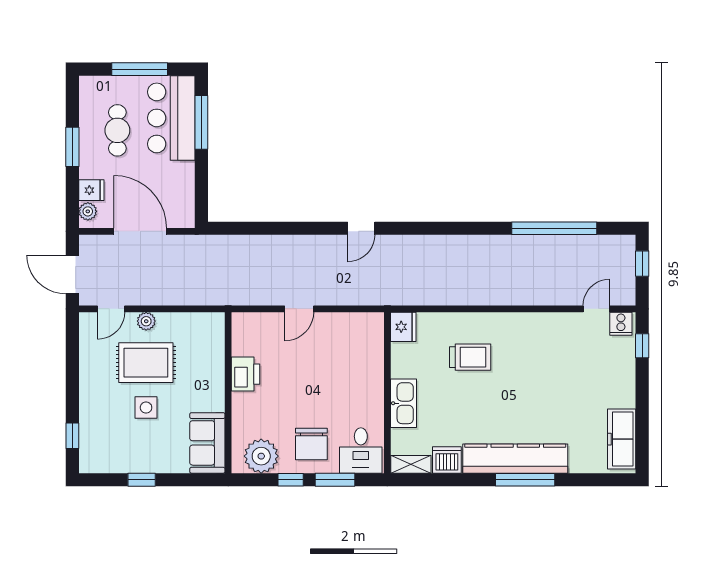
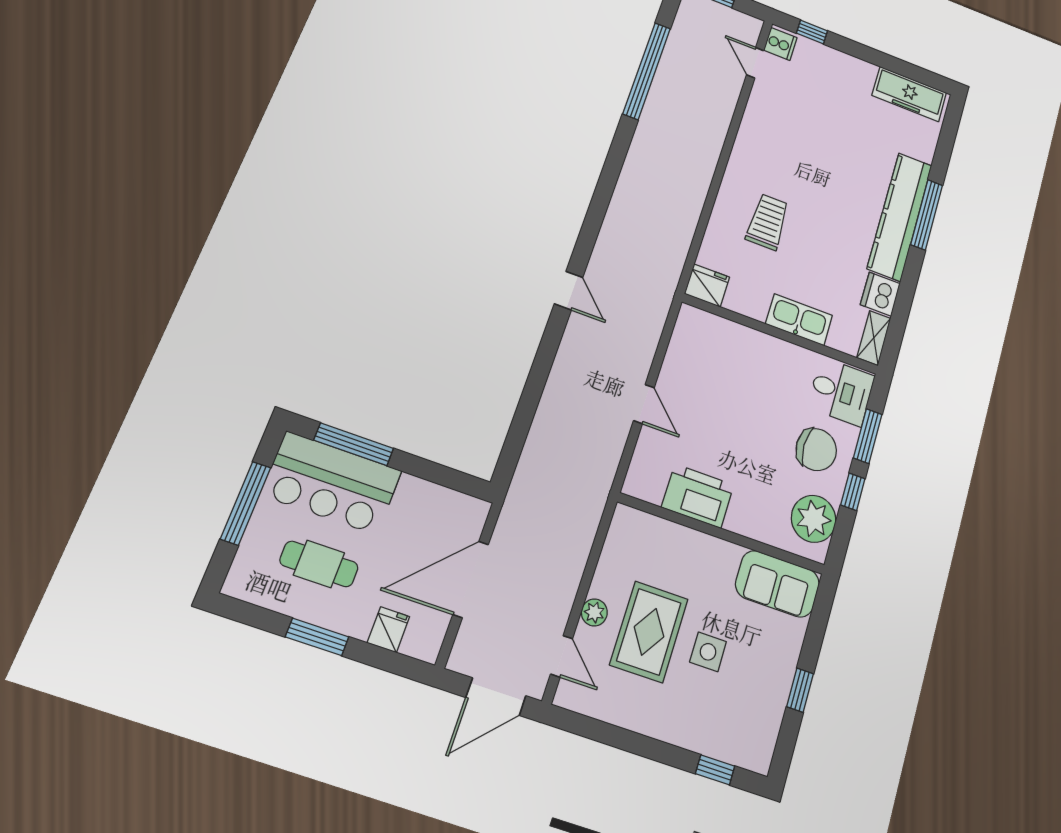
plant: (88, 211) -> (416, 645), removed
printer: (246, 374) -> (698, 496), width x1.37, depth x1.19

